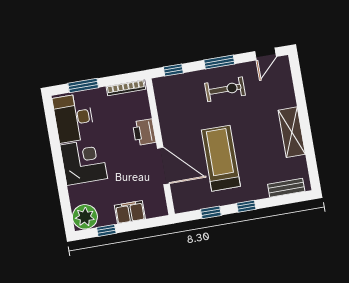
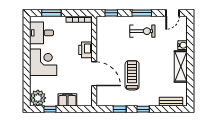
water cooler: (289, 100) -> (183, 45), added
desk: (74, 118) -> (42, 33), width x0.73
treadmill: (221, 158) -> (132, 75), width x0.73, depth x0.73

